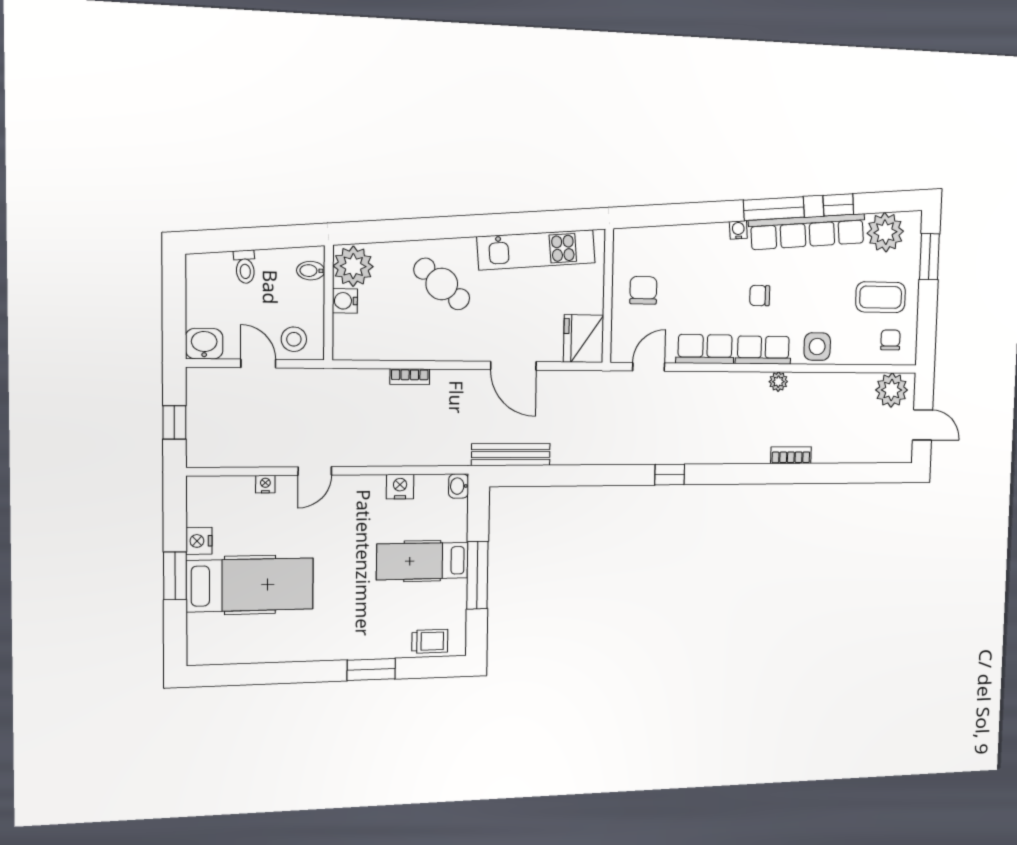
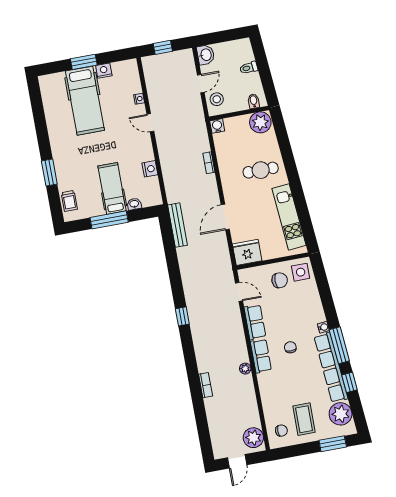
cafe table: (442, 284) -> (261, 170), turned 50
water cooler: (345, 301) -> (217, 126), moved
side table: (817, 347) -> (301, 272), moved
washbasin: (459, 486) -> (134, 204), moved

